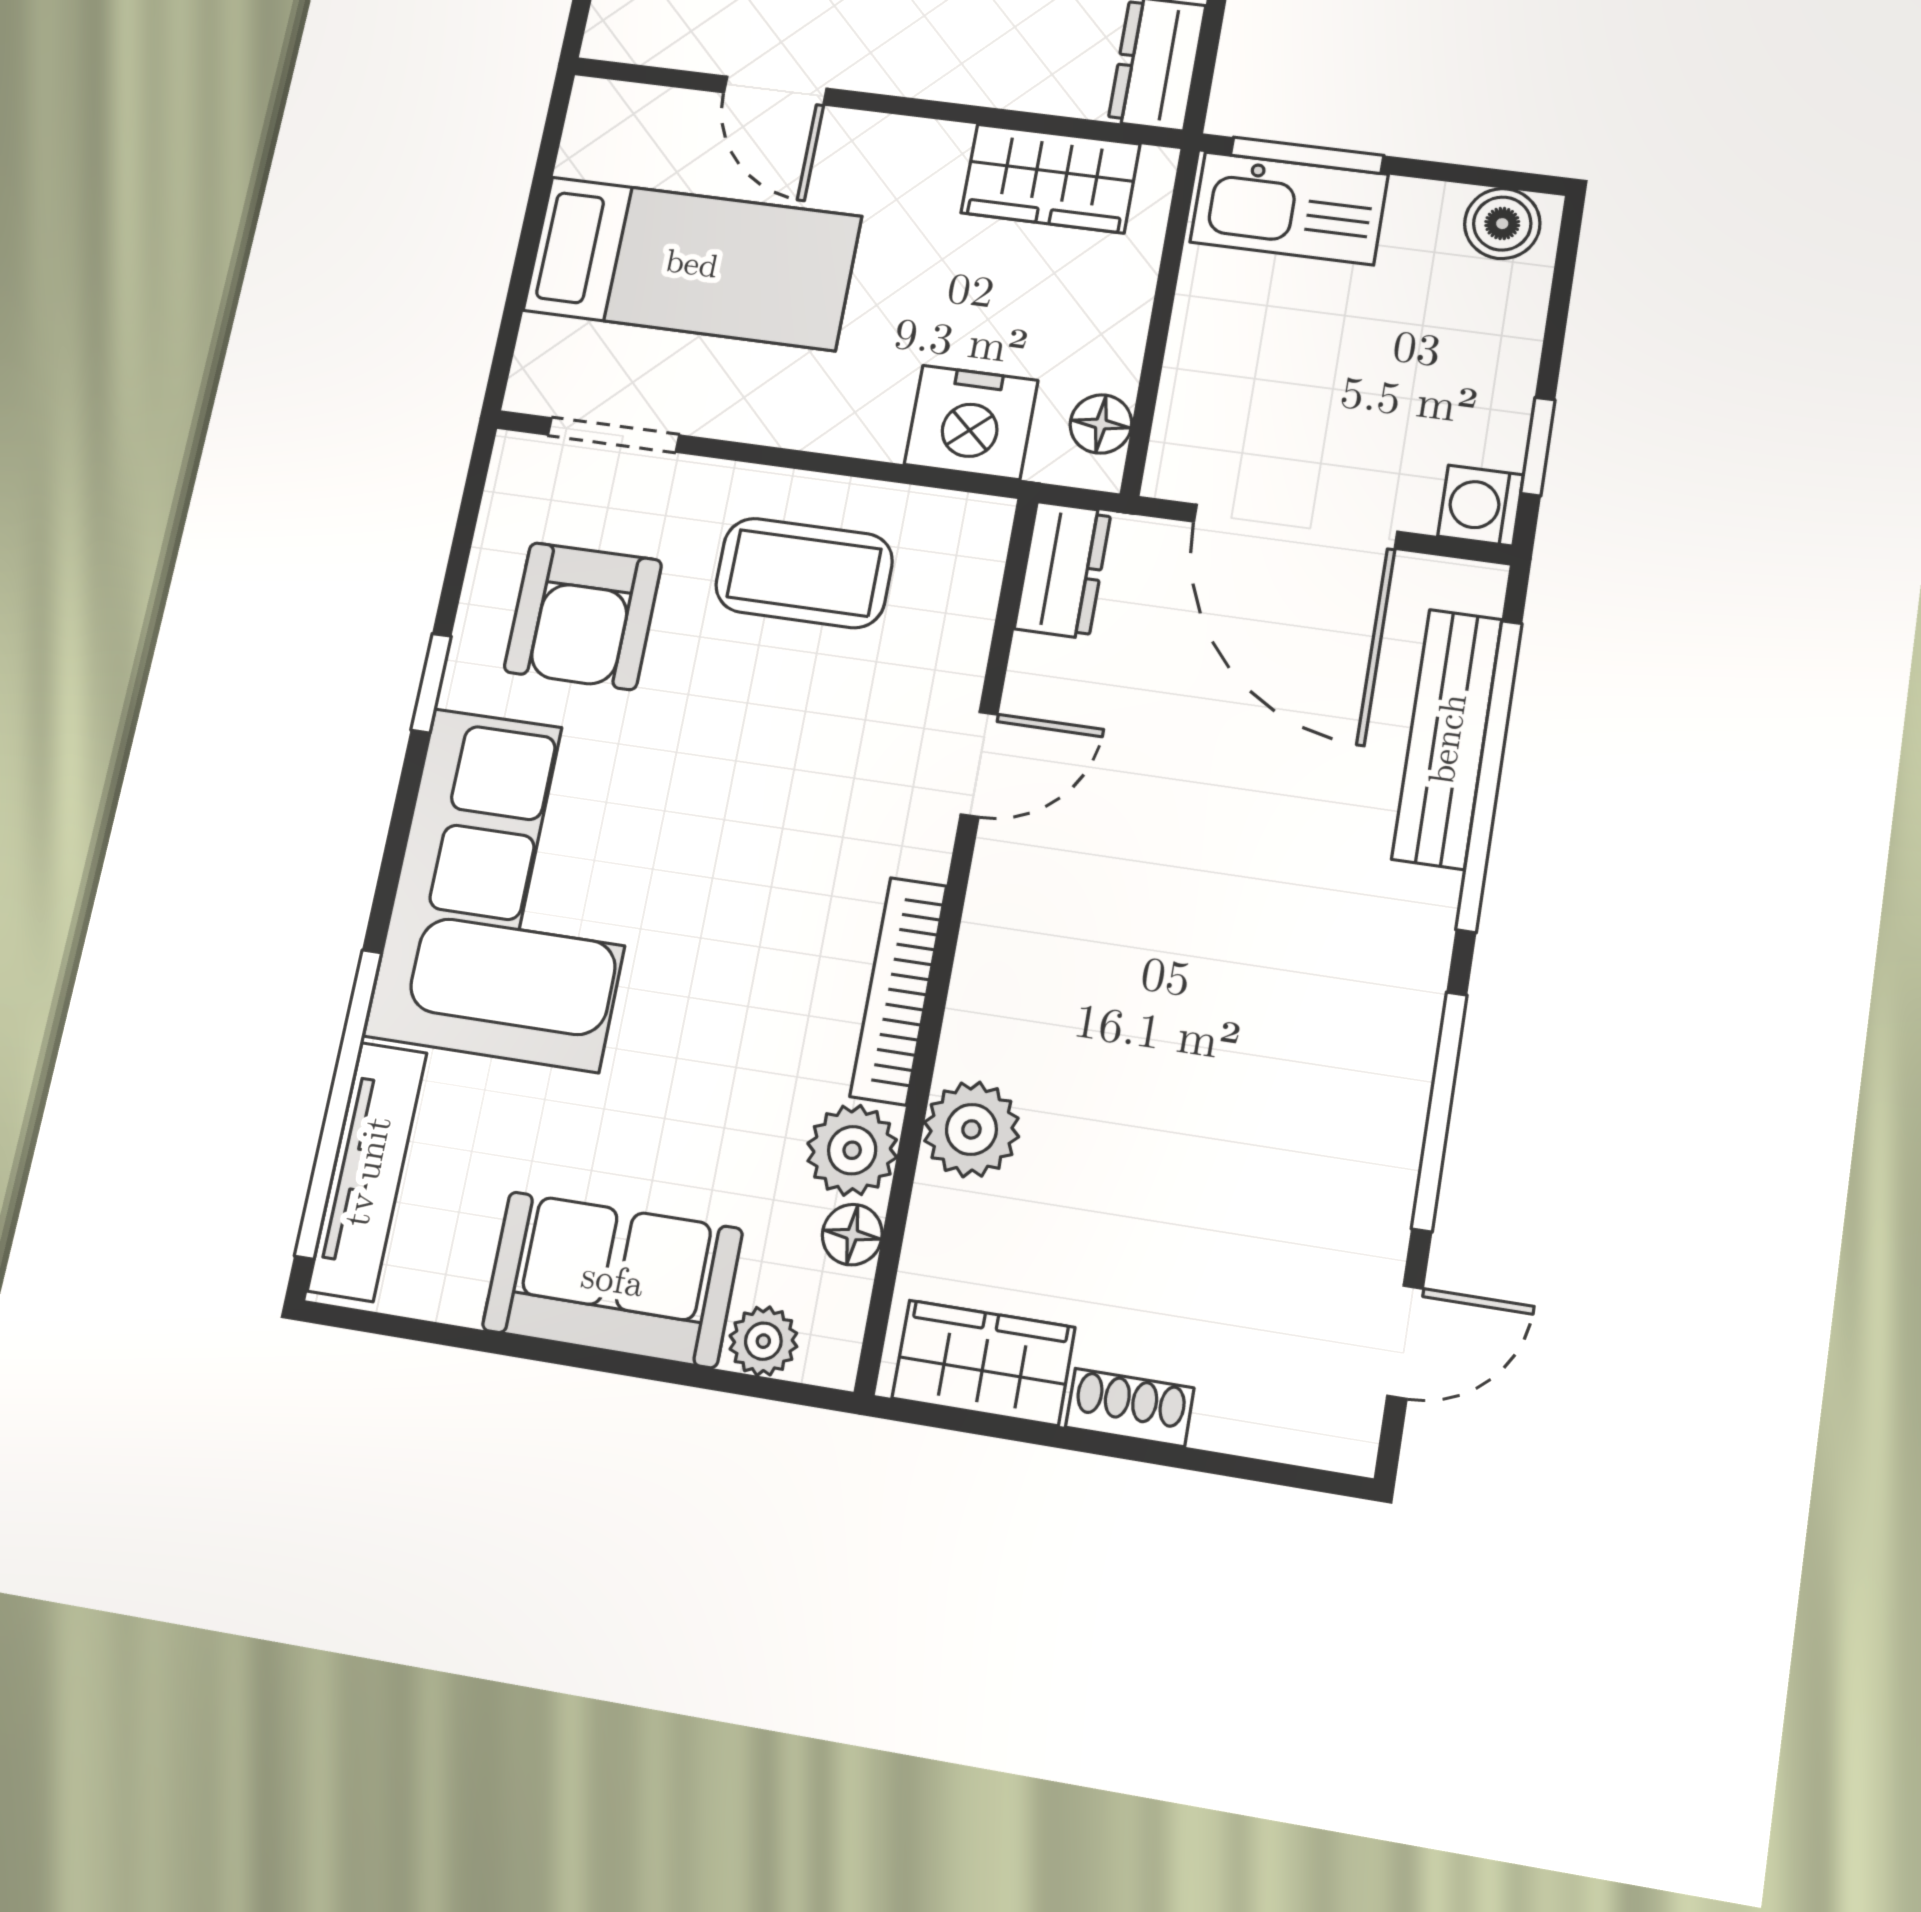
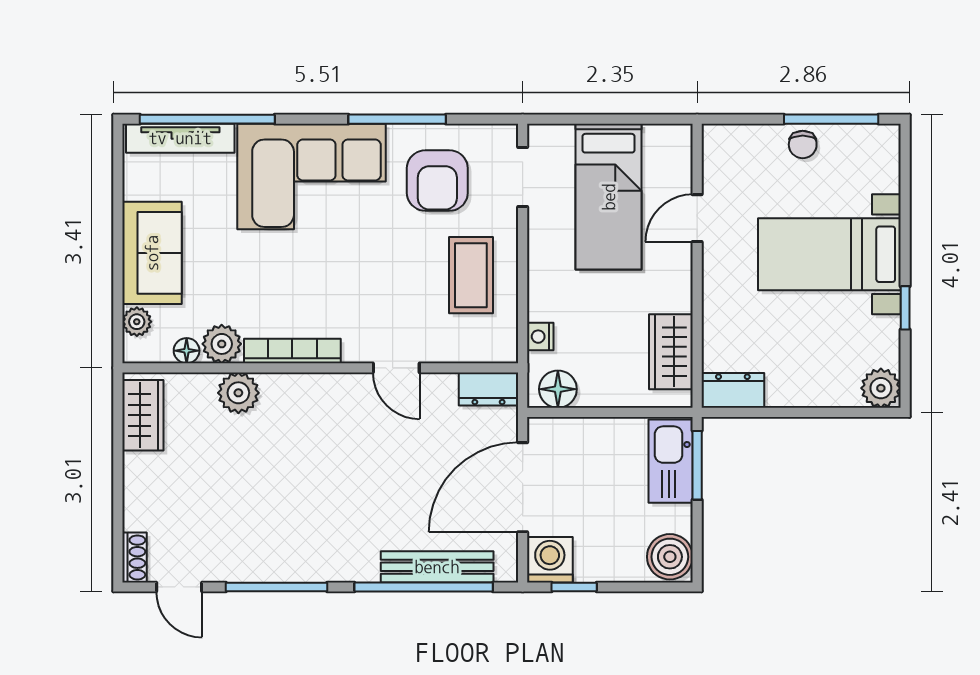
boiler: (1502, 224) -> (670, 557), width x1.36, depth x1.36
nightstand: (971, 422) -> (540, 337), width x0.53, depth x0.56
floor lamp: (1101, 424) -> (558, 389), width x1.37, depth x1.37
washing machine: (1480, 505) -> (550, 560), width x1.38, depth x1.38
armchair: (583, 616) -> (437, 181), turned -90
window: (431, 683) -> (397, 119), width x2.17
shoe rack: (1130, 1407) -> (134, 557), moved

